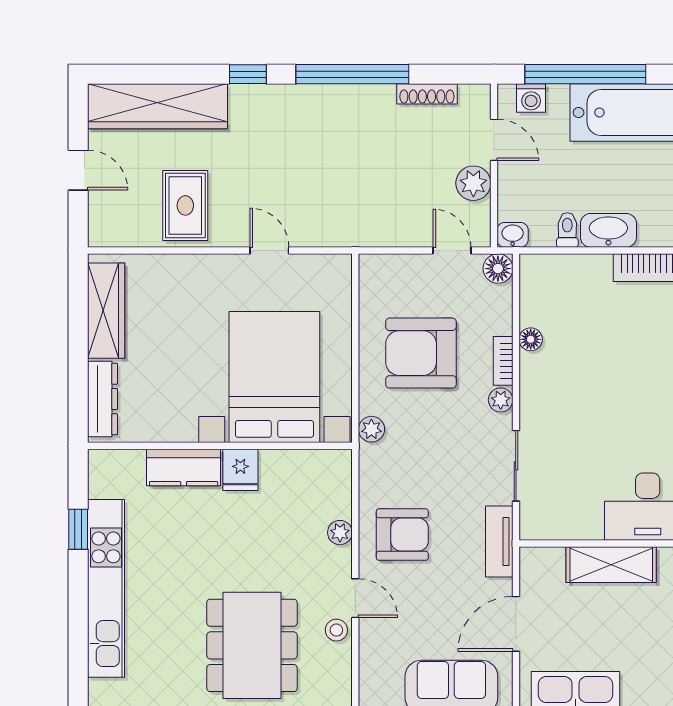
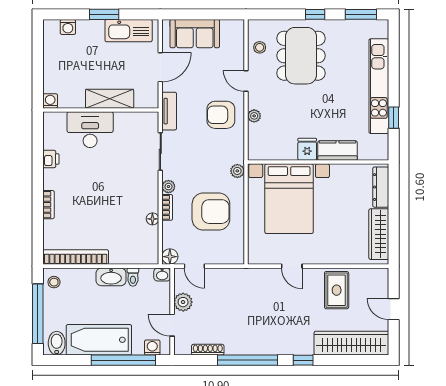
stool: (336, 630) -> (260, 47), moved

